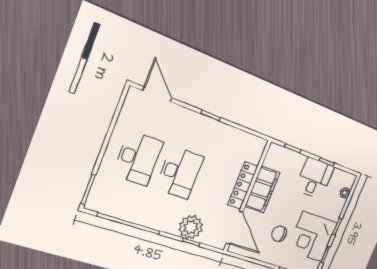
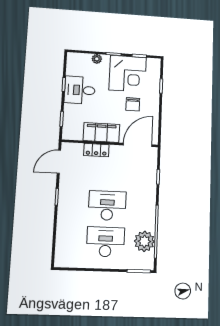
door: (157, 94) -> (59, 162), moved
locker: (243, 186) -> (96, 150), width x0.66
plant: (345, 193) -> (97, 59), moved
plant: (191, 227) -> (144, 241), moved

